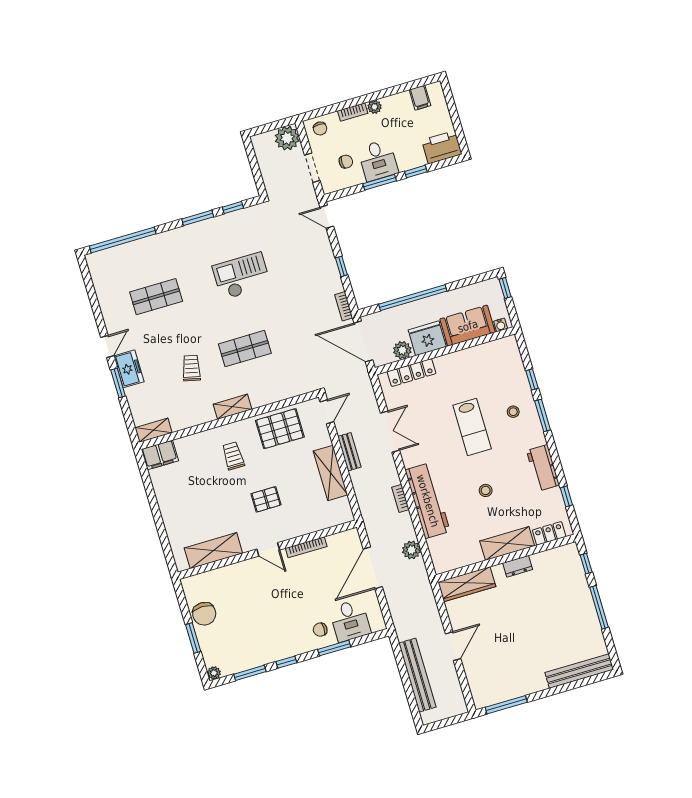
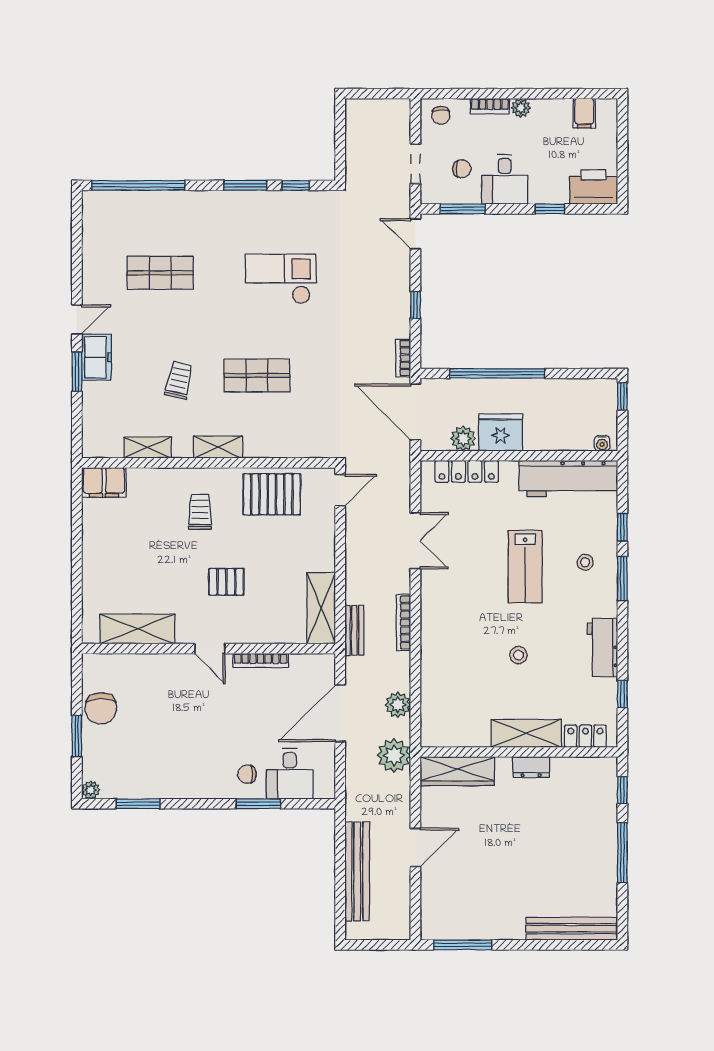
plant: (287, 138) -> (394, 755), moved
window: (380, 182) -> (463, 209), moved
sofa: (468, 326) -> (558, 431), removed
shelving: (154, 430) -> (148, 448), moved
bench: (349, 452) -> (354, 630), moved
shelving: (330, 473) -> (321, 608), moved
bookcase: (401, 498) -> (403, 622), width x1.56
workbench: (428, 501) -> (568, 478), moved, turned 90
window: (286, 662) -> (190, 804), removed

